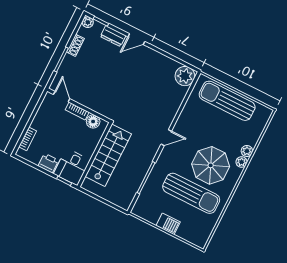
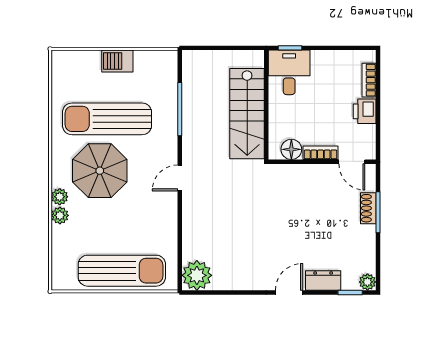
shoe rack: (75, 45) -> (368, 208), moved
printer: (48, 163) -> (365, 111), moved, turned 90

